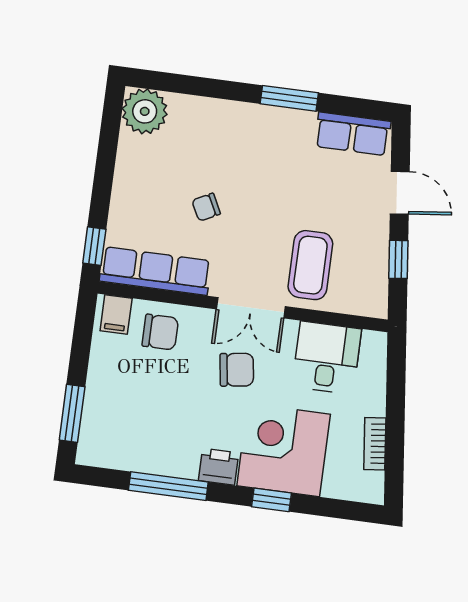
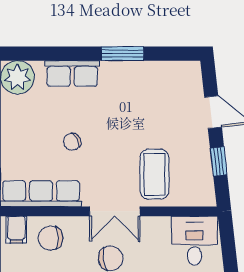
row of seats: (353, 134) -> (72, 73), moved
chair: (160, 332) -> (51, 238), turned 180
desk: (327, 358) -> (194, 241), moved

